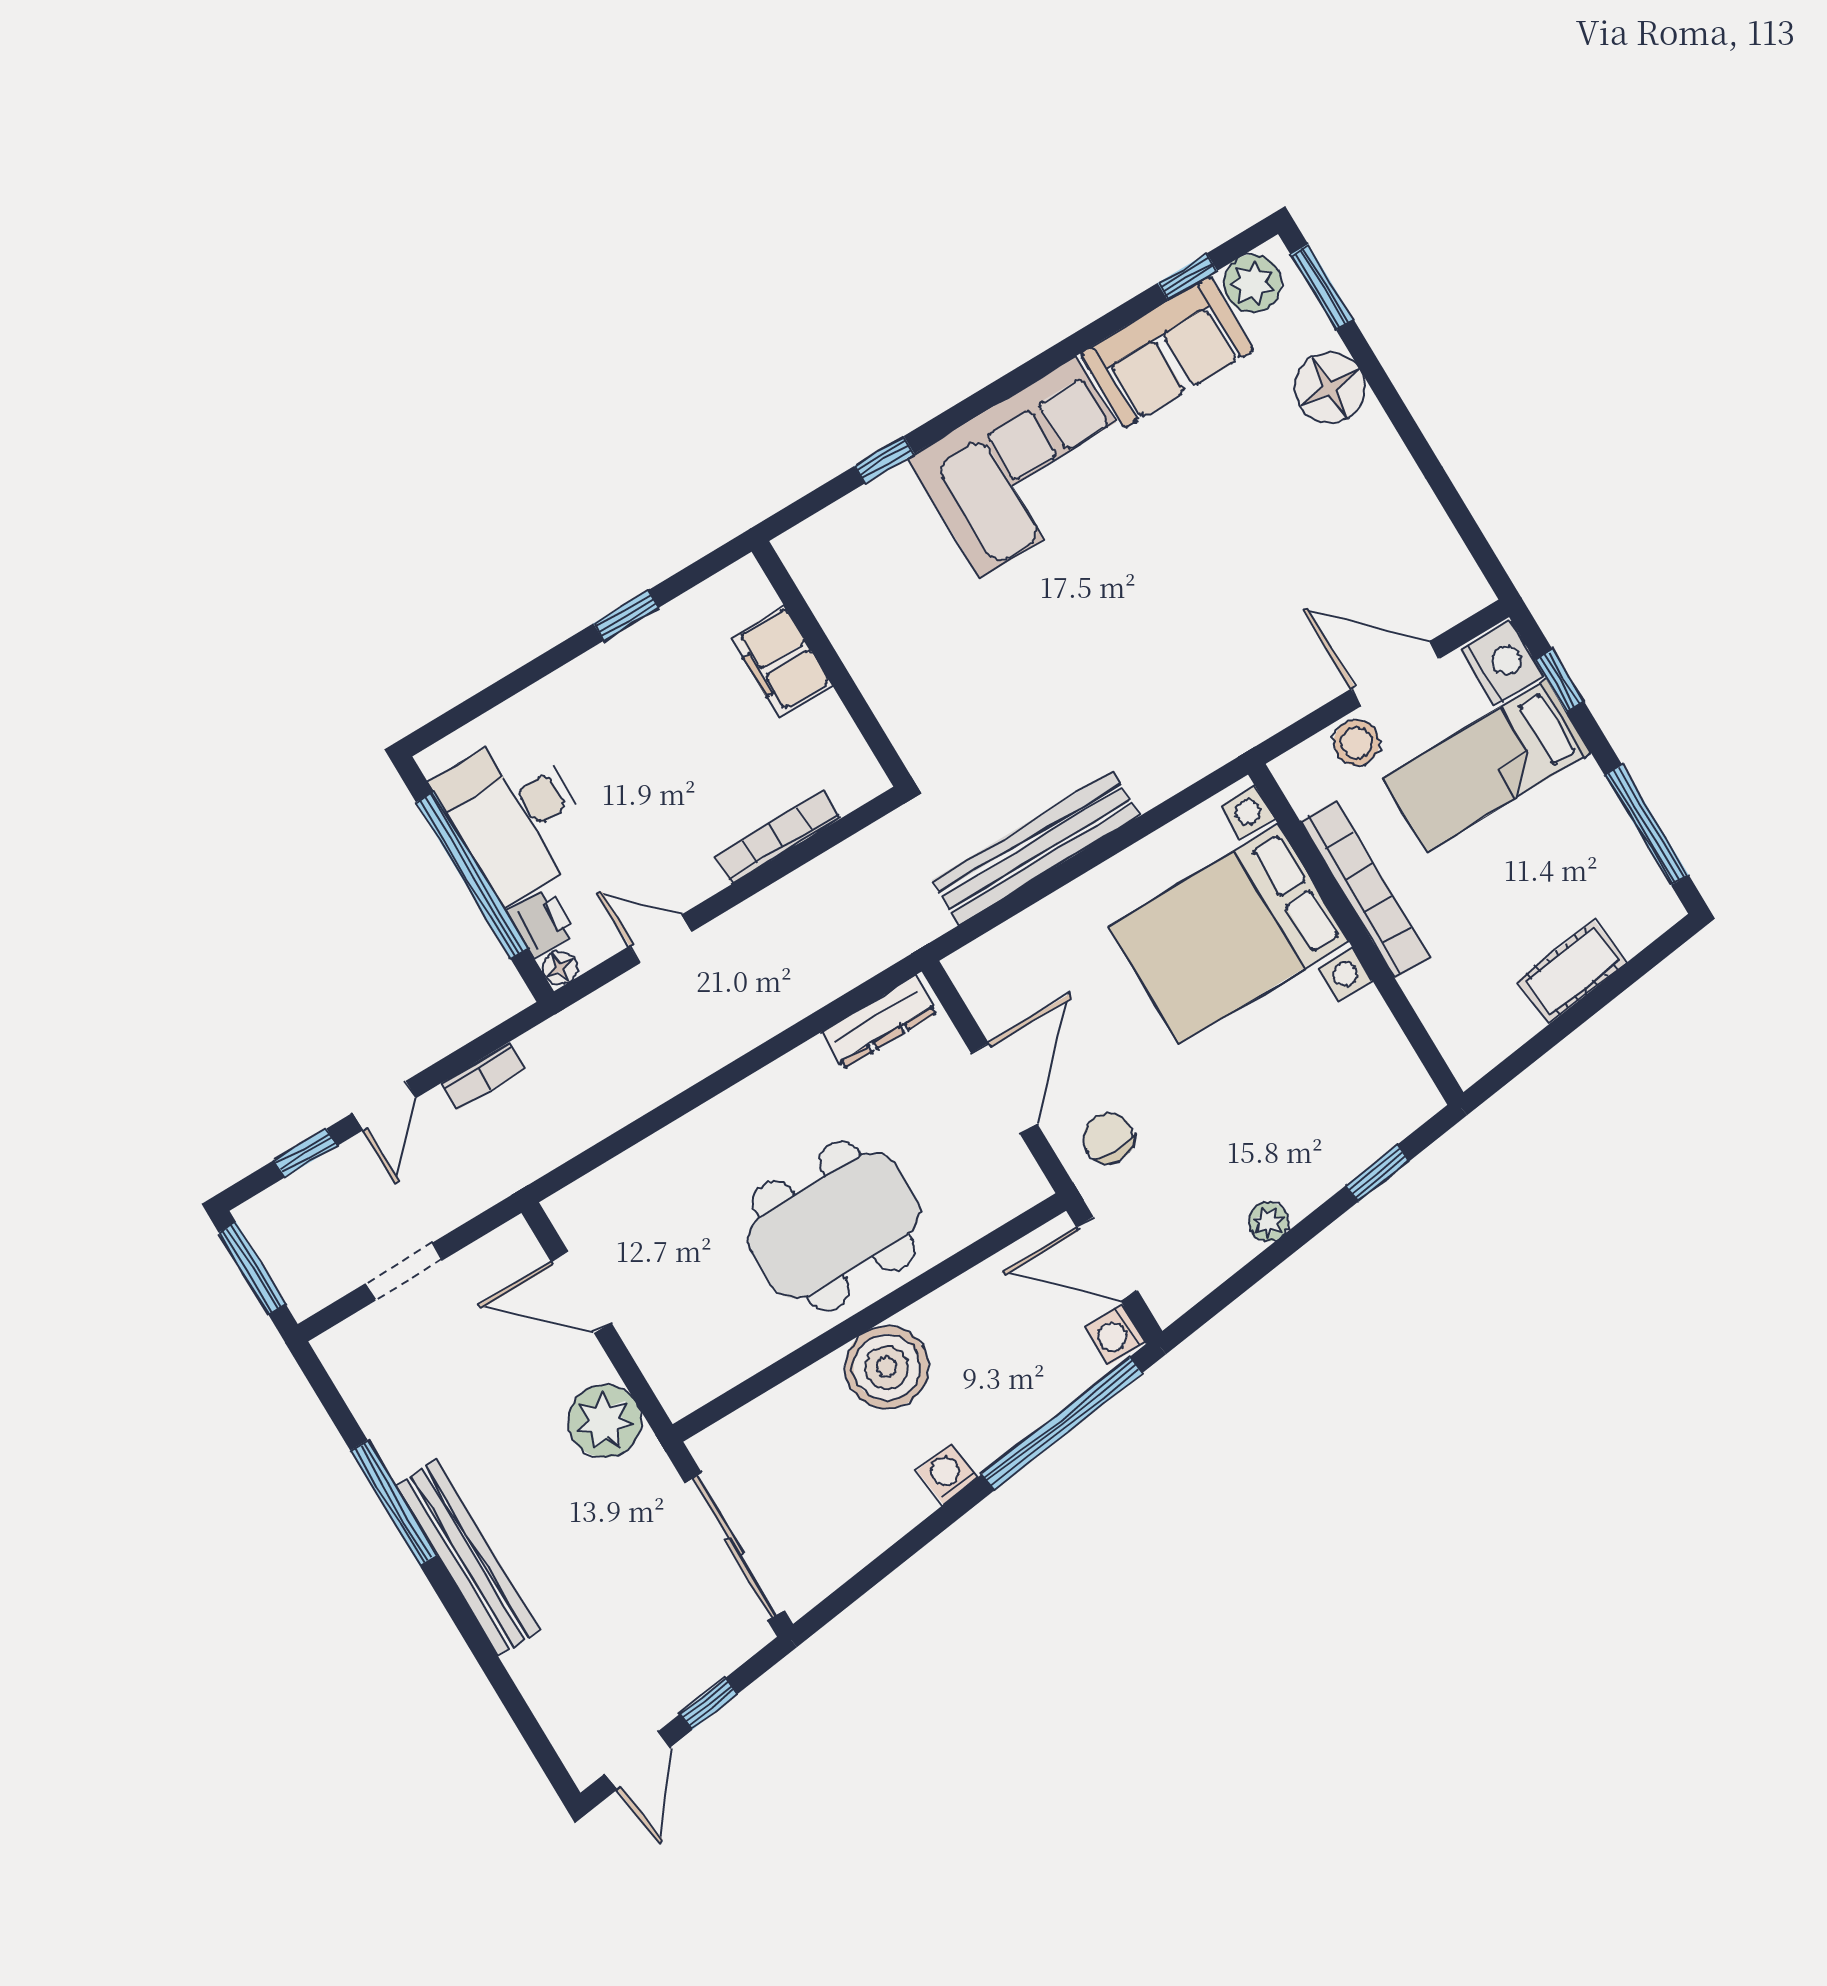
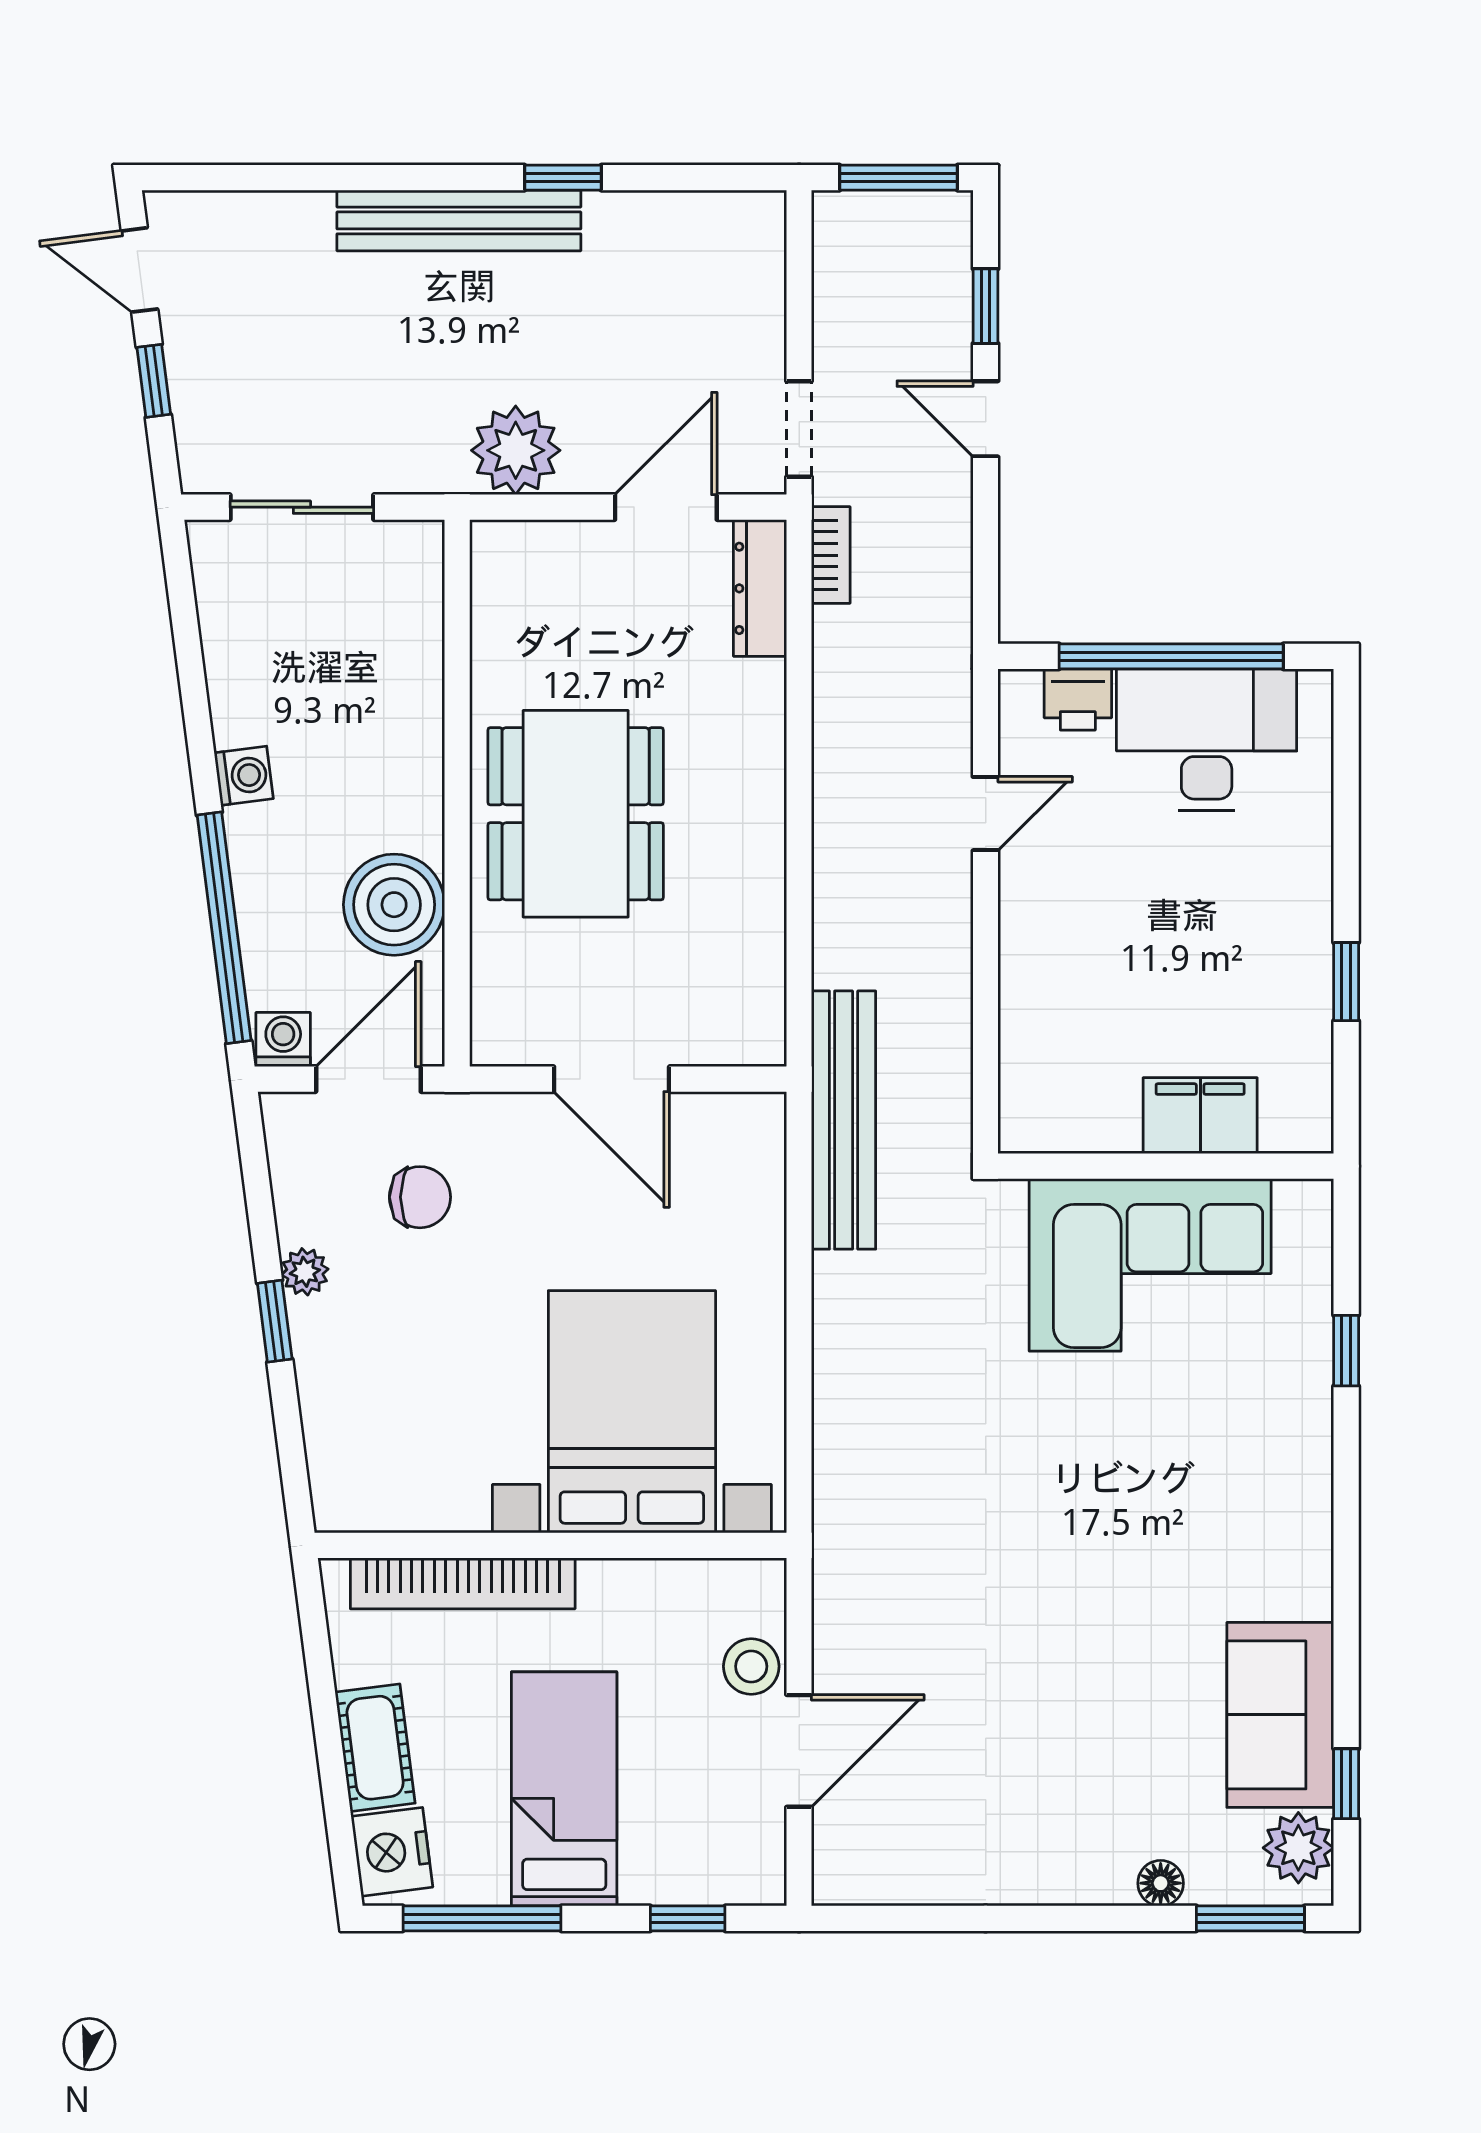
floor lamp: (1330, 387) -> (1161, 1883), width x0.53, depth x0.53
corner sofa: (1028, 467) -> (1150, 1265), moved, turned -90
nightstand: (1502, 663) -> (392, 1852), moved, turned 83
bed: (1487, 765) -> (564, 1789), moved
bookcase: (778, 837) -> (1018, 1000), removed
bench: (1036, 848) -> (844, 1120), moved
bookcase: (1365, 889) -> (463, 1583), moved
floor lamp: (560, 968) -> (1019, 689), removed
dresser: (879, 1022) -> (760, 588), moved
bookcase: (483, 1076) -> (831, 555), moved, turned 180
chair: (1109, 1138) -> (420, 1197), moved
window: (1378, 1173) -> (275, 1321), moved
doorway: (404, 1272) -> (799, 429), moved
boiler: (887, 1367) -> (394, 905), moved
window: (394, 1503) -> (563, 178), width x0.46
sliding door: (735, 1547) -> (302, 507), width x0.73

